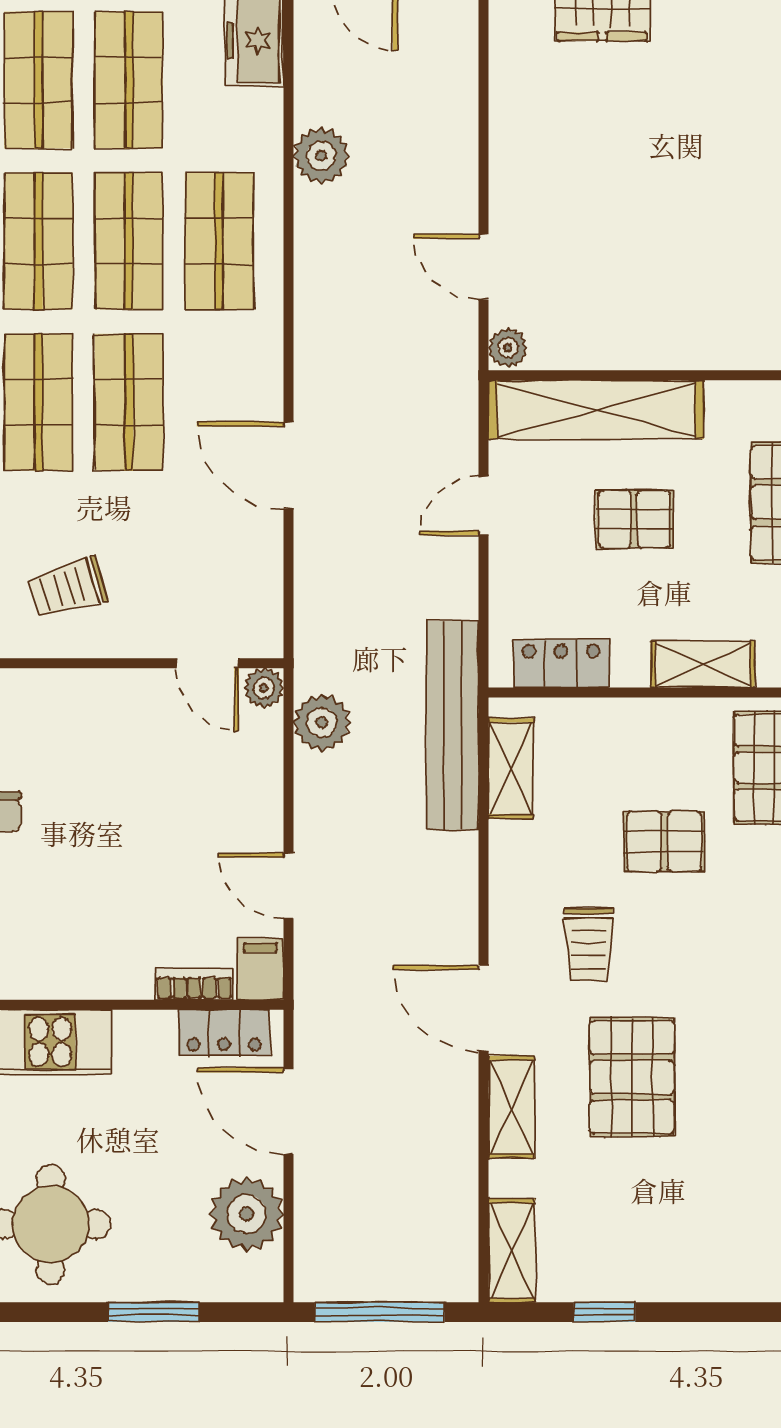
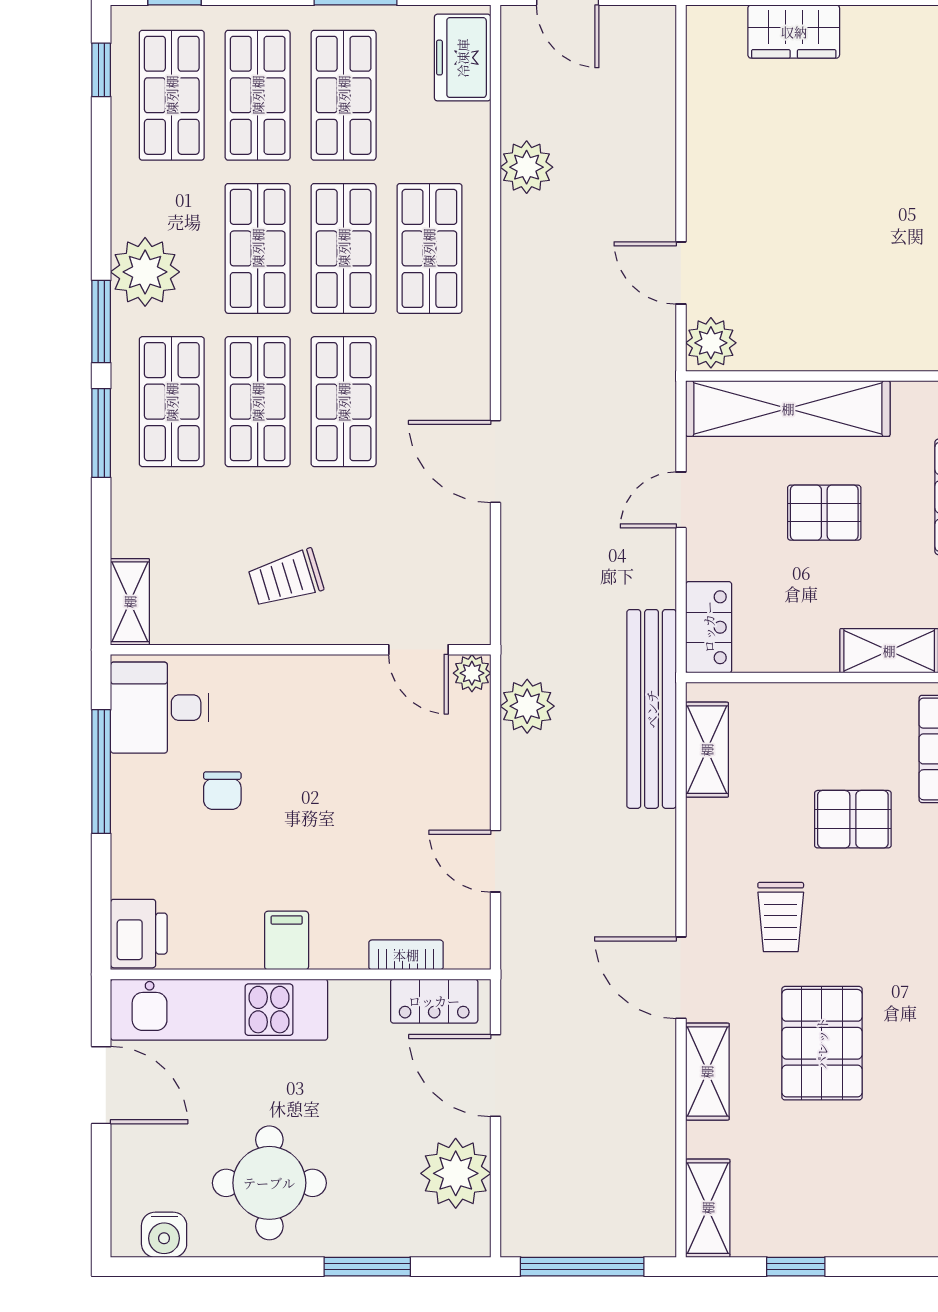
plant: (508, 348) -> (711, 343), width x1.38, depth x1.38
locker: (561, 663) -> (709, 627), moved, turned 90
filing cabinet: (260, 969) -> (287, 940), moved

